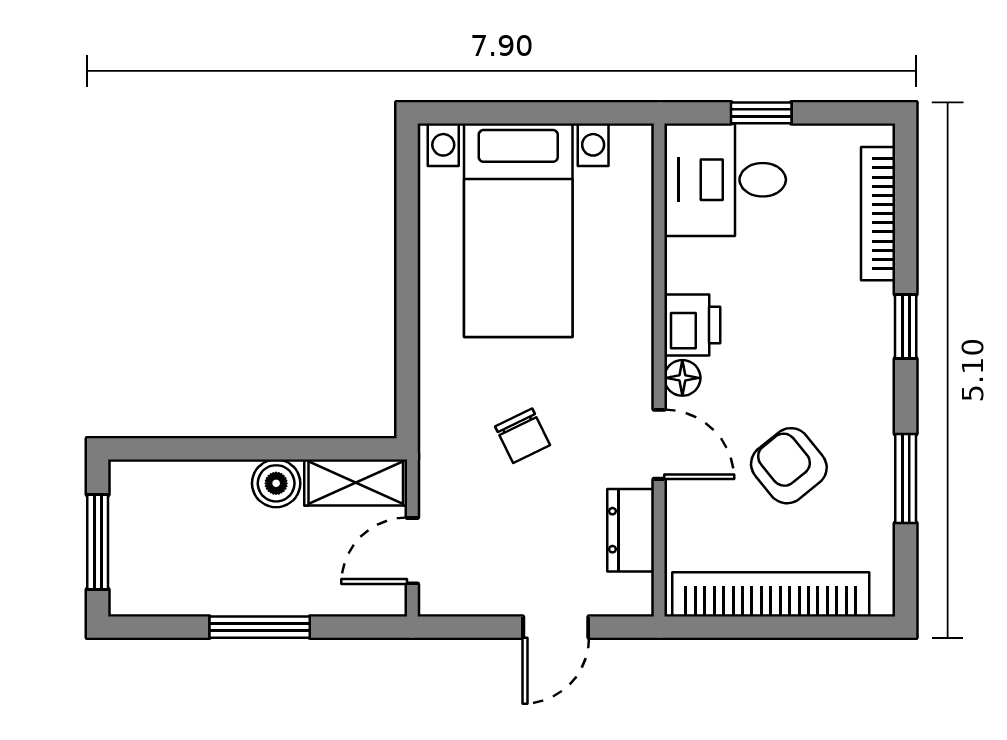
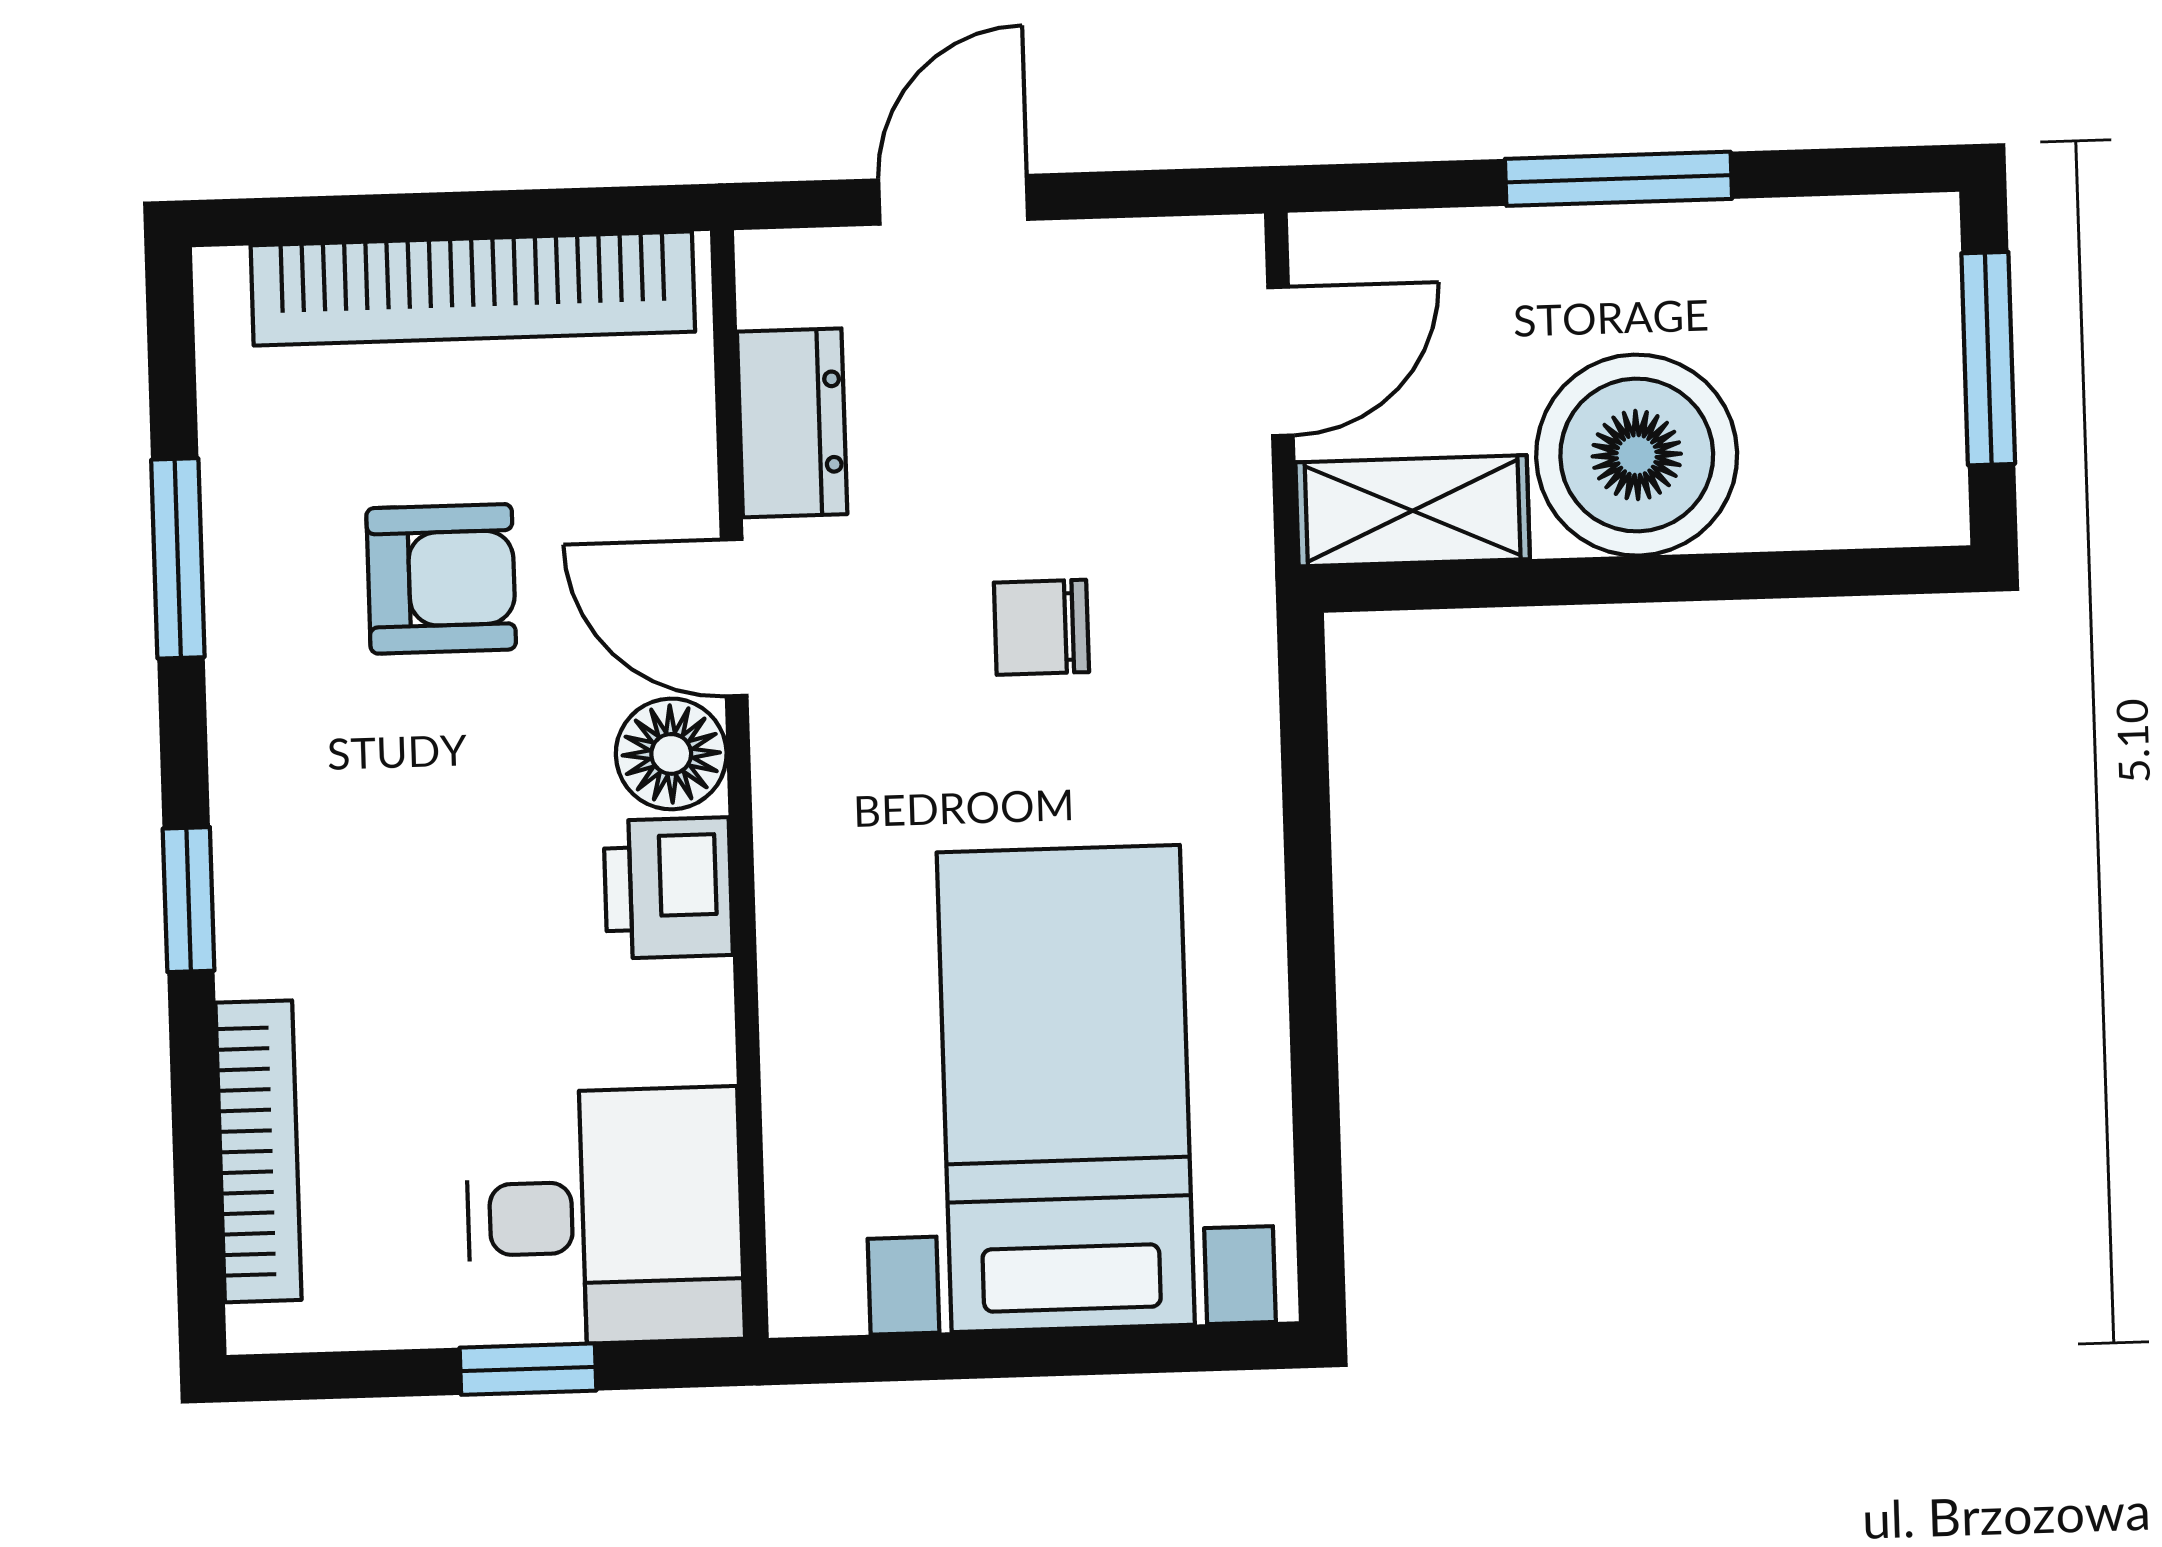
floor lamp: (682, 378) -> (671, 754), width x1.37, depth x1.37
chair: (523, 436) -> (1041, 627), turned -64
armchair: (789, 466) -> (441, 579), turned -51
boiler: (276, 483) -> (1637, 455), width x1.86, depth x1.86

